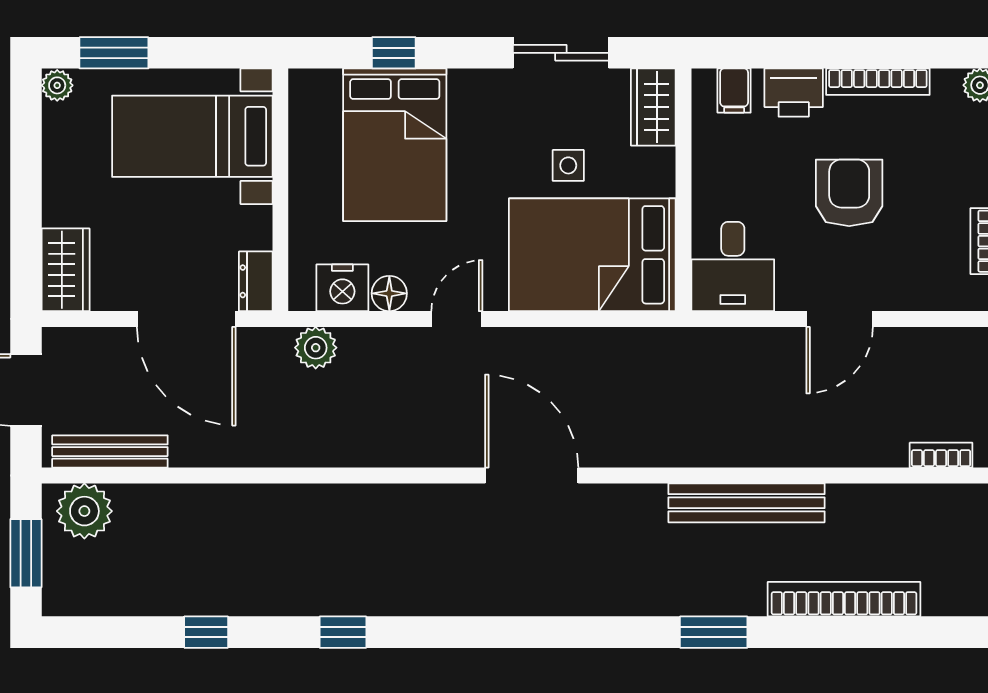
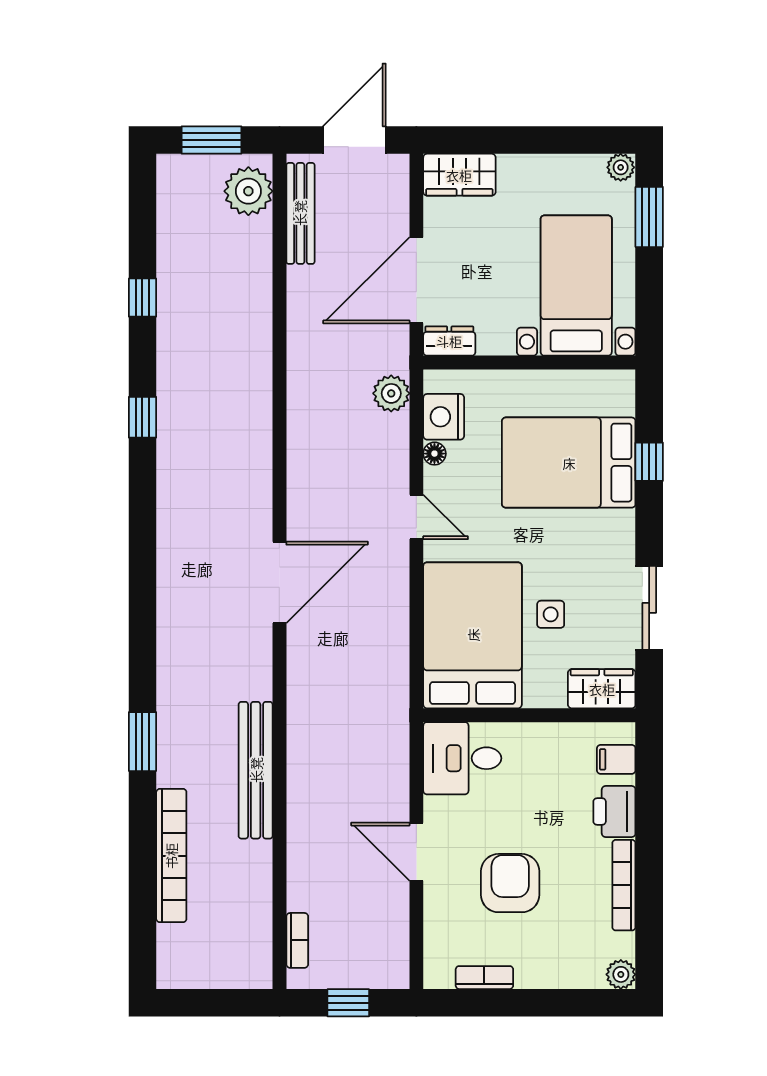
armchair: (849, 193) -> (510, 883), moved, turned -90
floor lamp: (389, 293) -> (434, 454), width x0.73, depth x0.73

